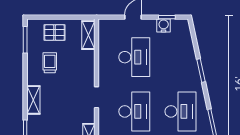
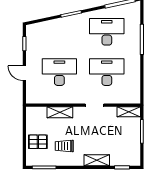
water cooler: (164, 25) -> (32, 47), removed
pallet: (55, 33) -> (38, 142), turned 90
shelving: (88, 35) -> (60, 112), moved

